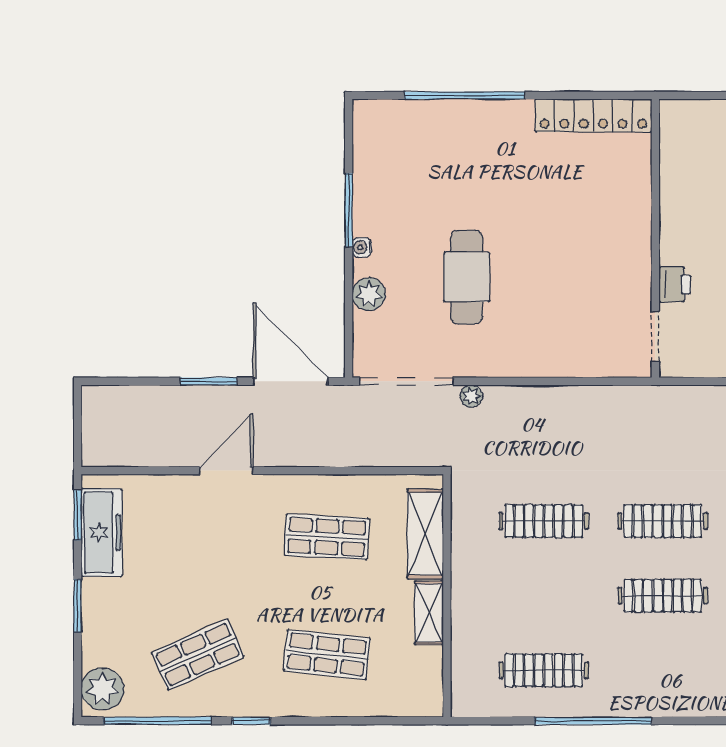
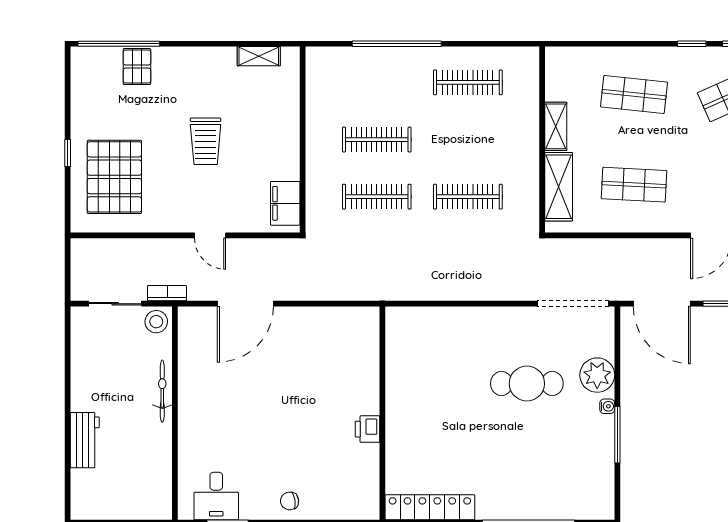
cafe table: (467, 277) -> (527, 384), turned 90
printer: (675, 284) -> (367, 429), moved
plant: (369, 294) -> (597, 375), width x1.36, depth x1.36
doorway: (655, 336) -> (382, 338), removed
plant: (471, 396) -> (523, 292), removed
window: (593, 721) -> (397, 44), moved

